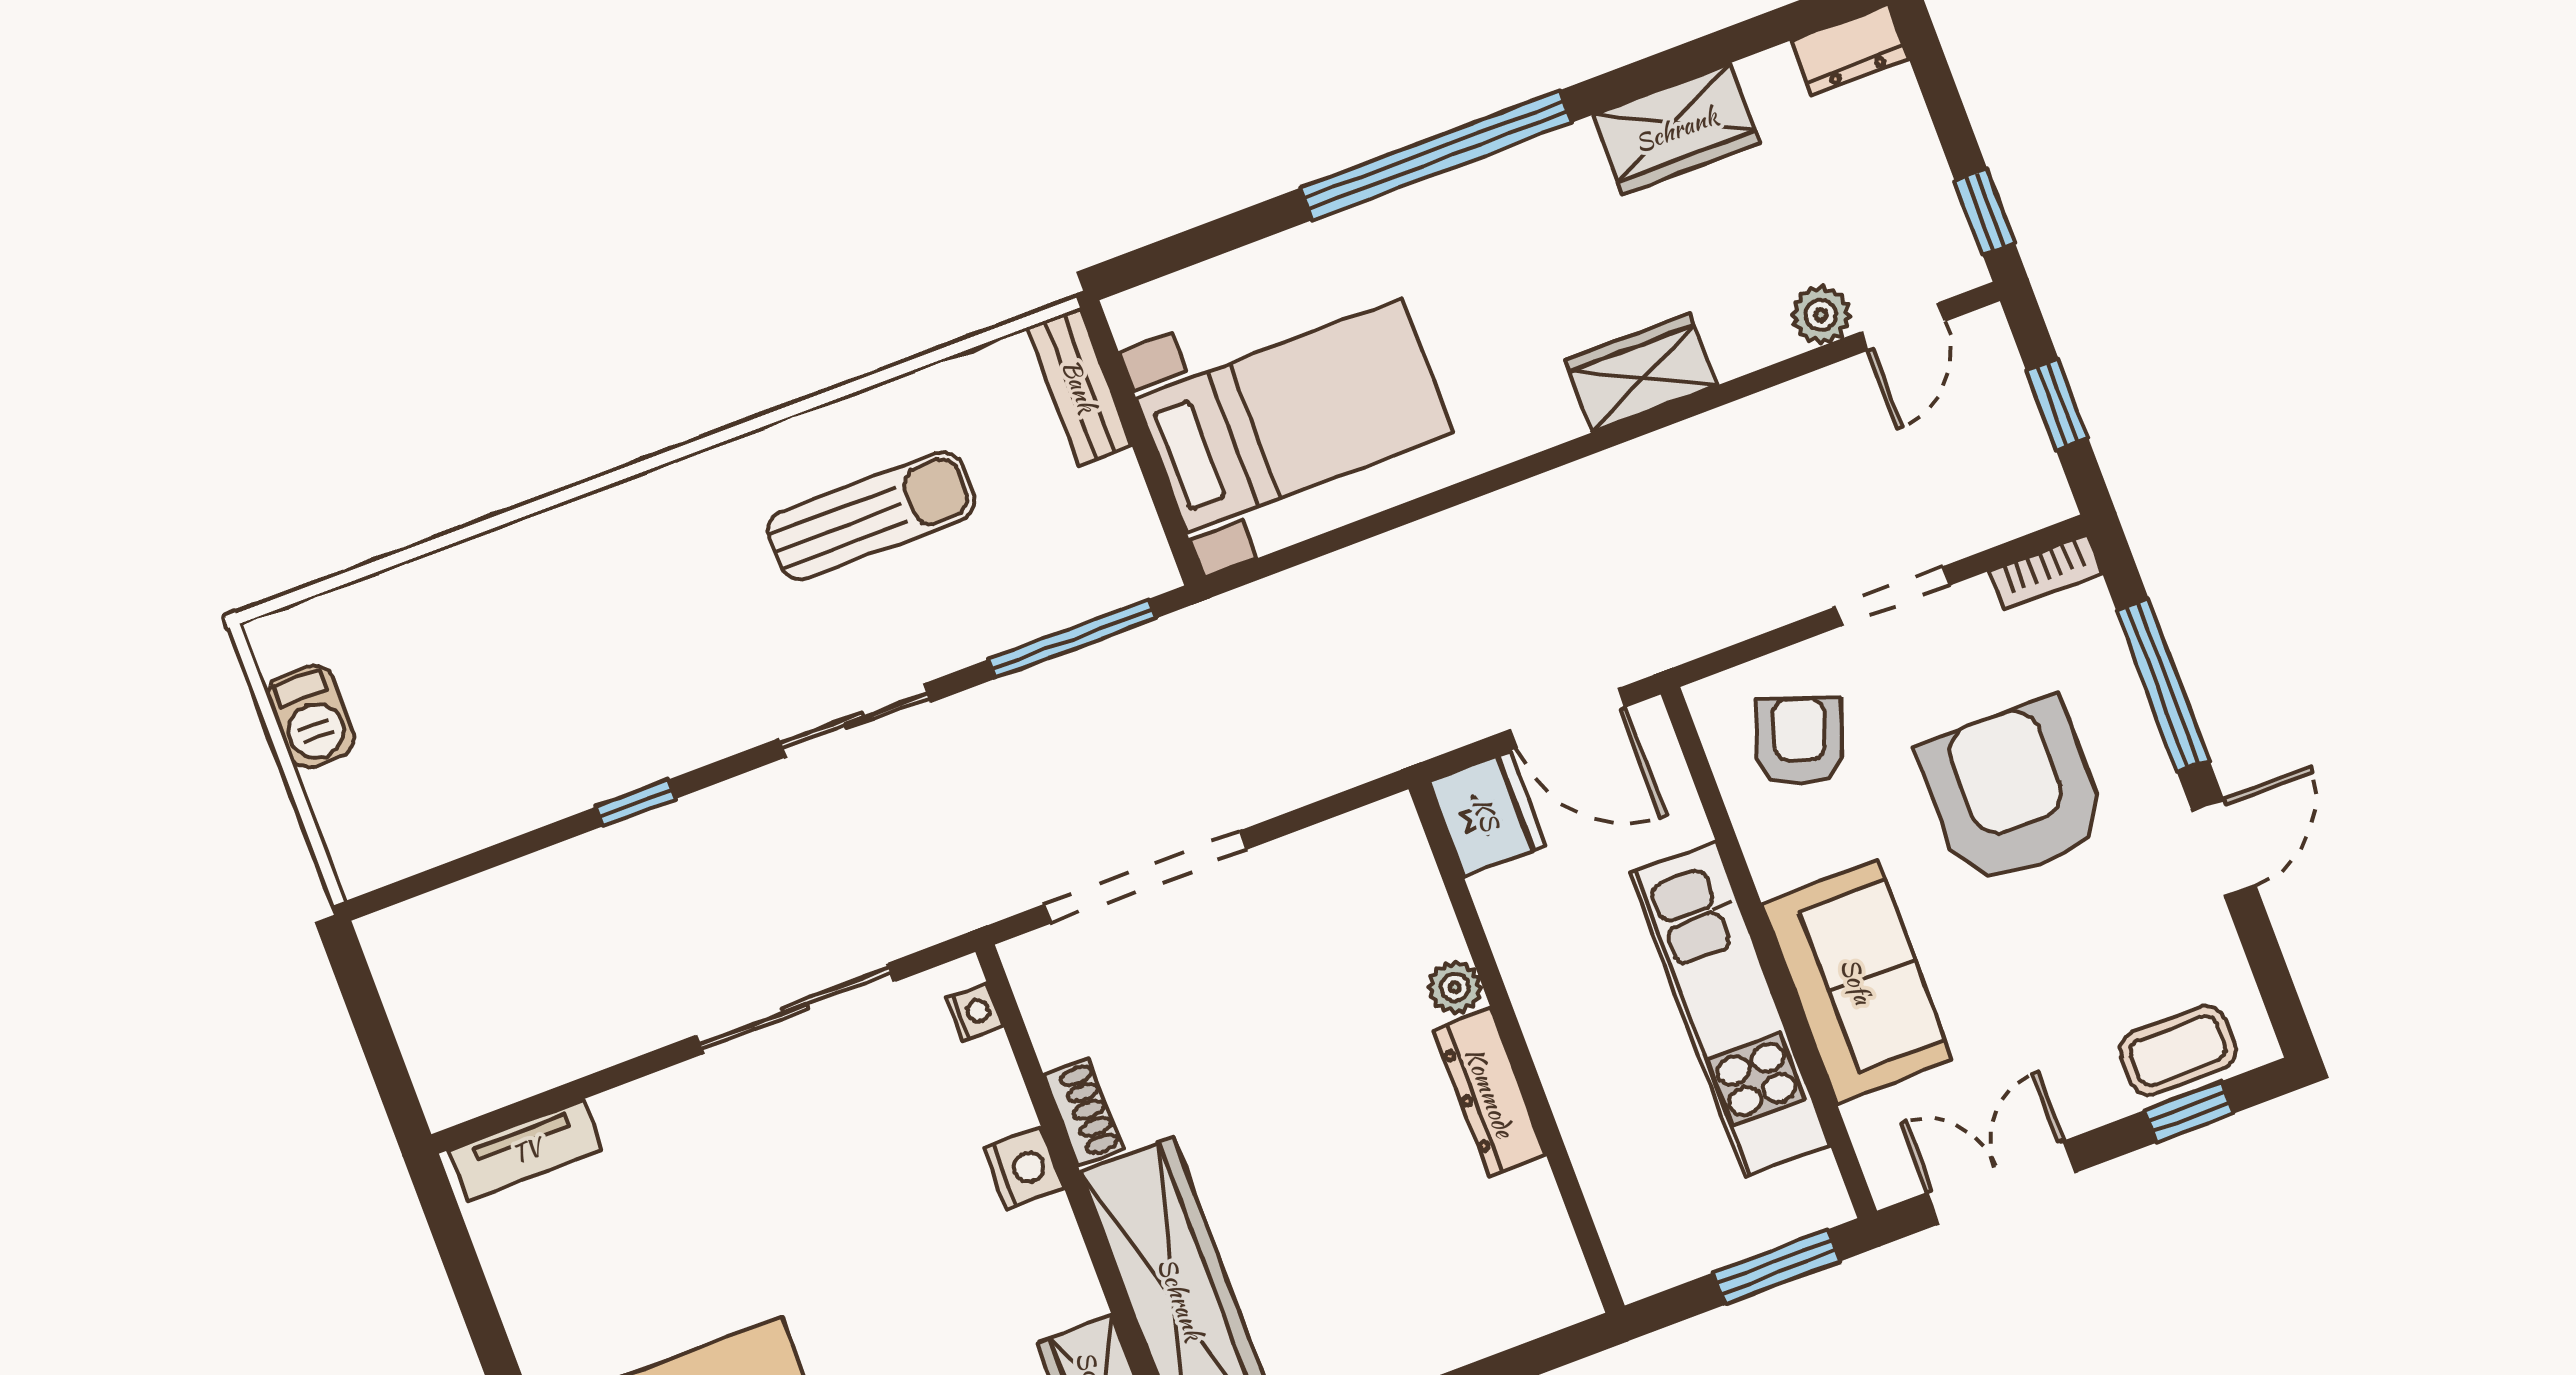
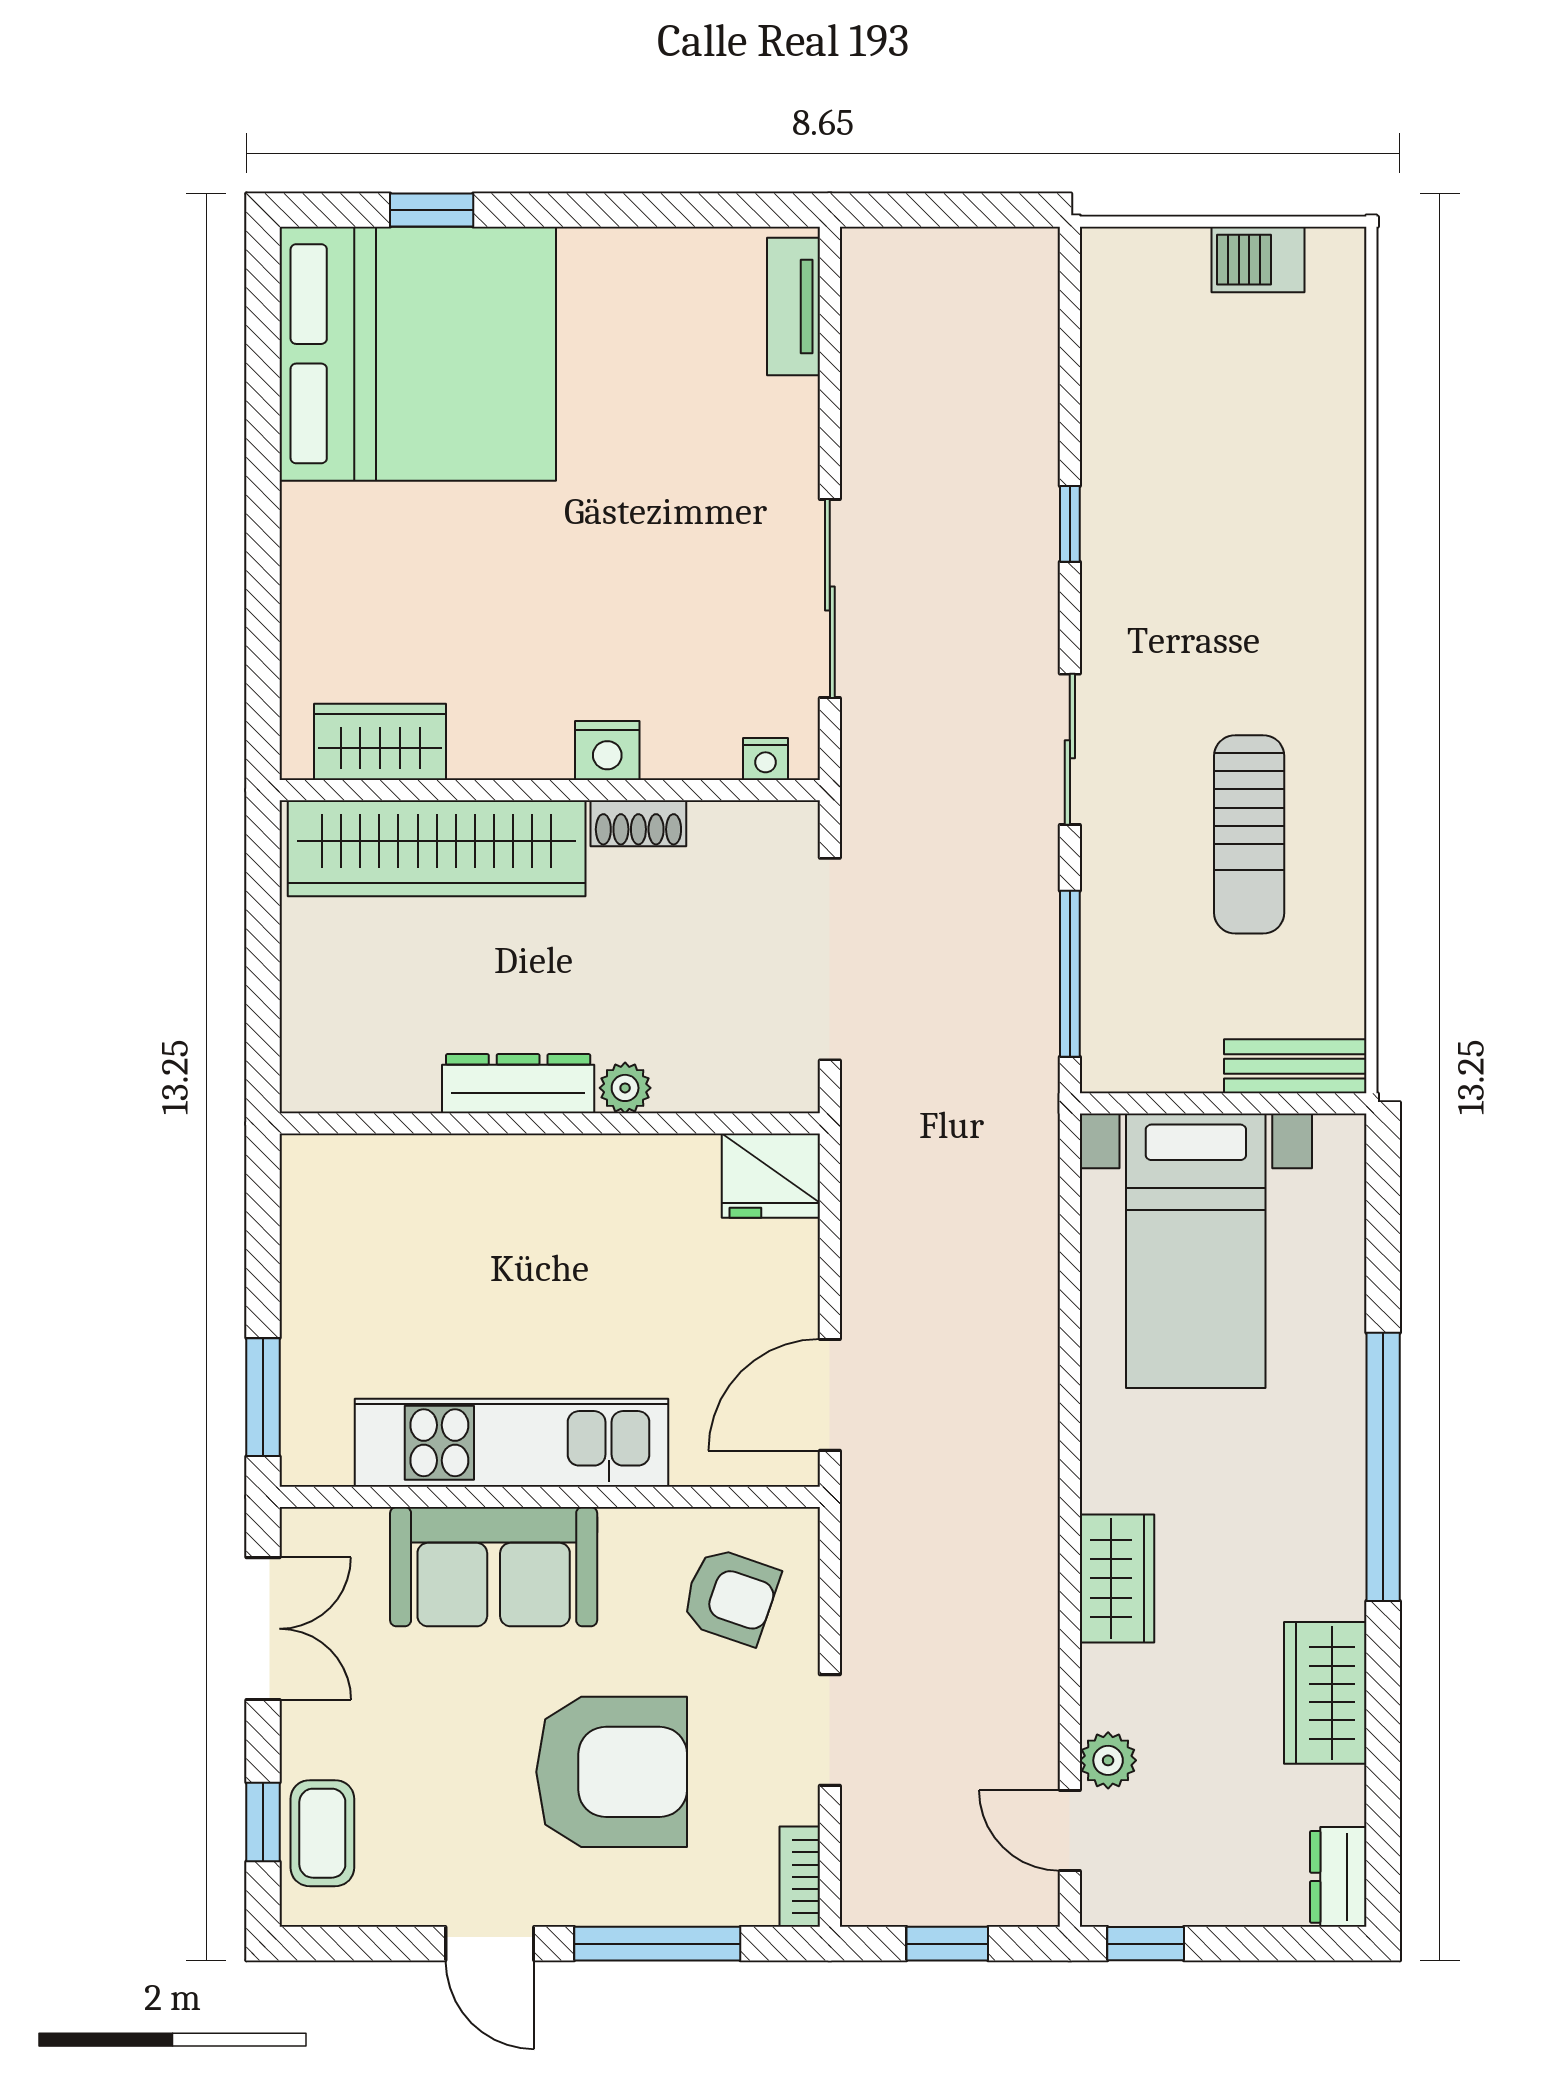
fridge: (1487, 814) -> (771, 1176), moved
plant: (1455, 987) -> (625, 1088), moved
wall: (1517, 1047) -> (550, 1123), moved
dresser: (1490, 1092) -> (518, 1084), moved

